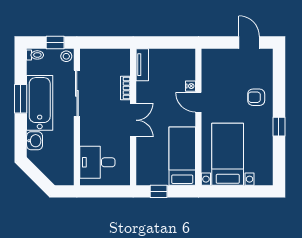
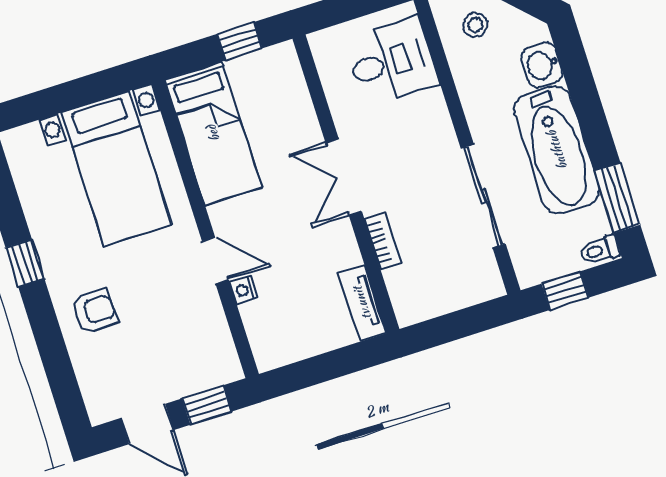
window: (221, 42) -> (207, 405), added
stool: (66, 56) -> (475, 25), moved
window: (21, 99) -> (617, 198), moved

